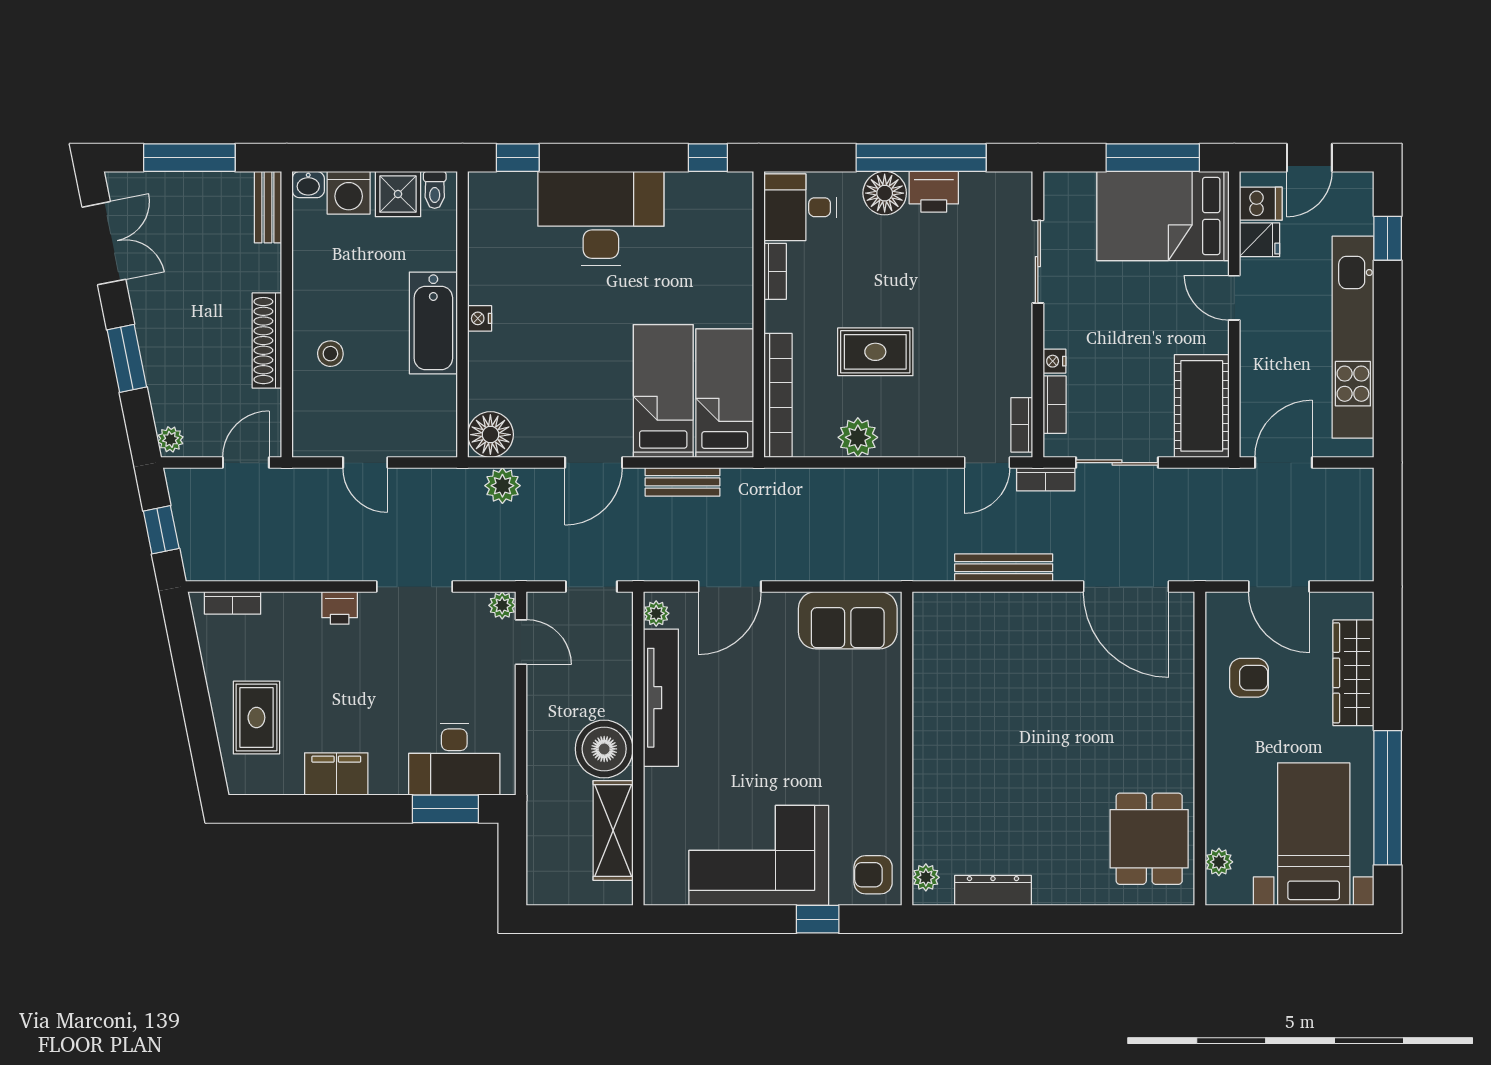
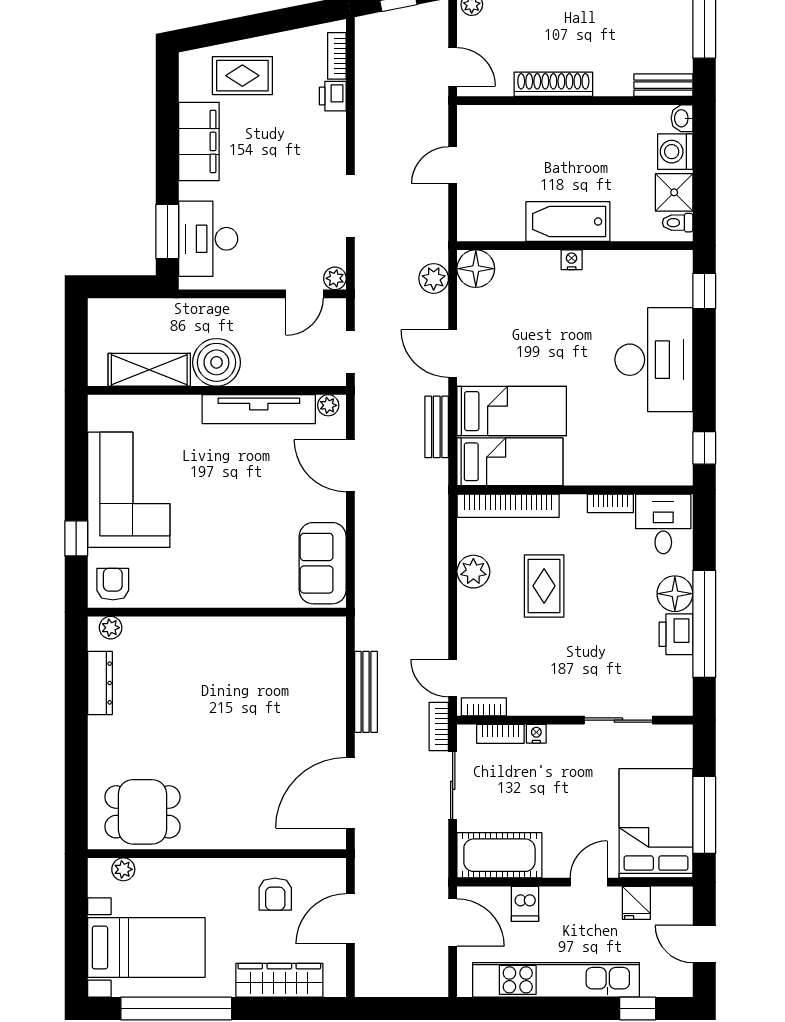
dishwasher: (1261, 204) -> (525, 904), moved
stool: (330, 354) -> (543, 137), removed
printer: (340, 608) -> (333, 96), moved
filing cabinet: (336, 774) -> (199, 141), width x1.50, depth x1.17

